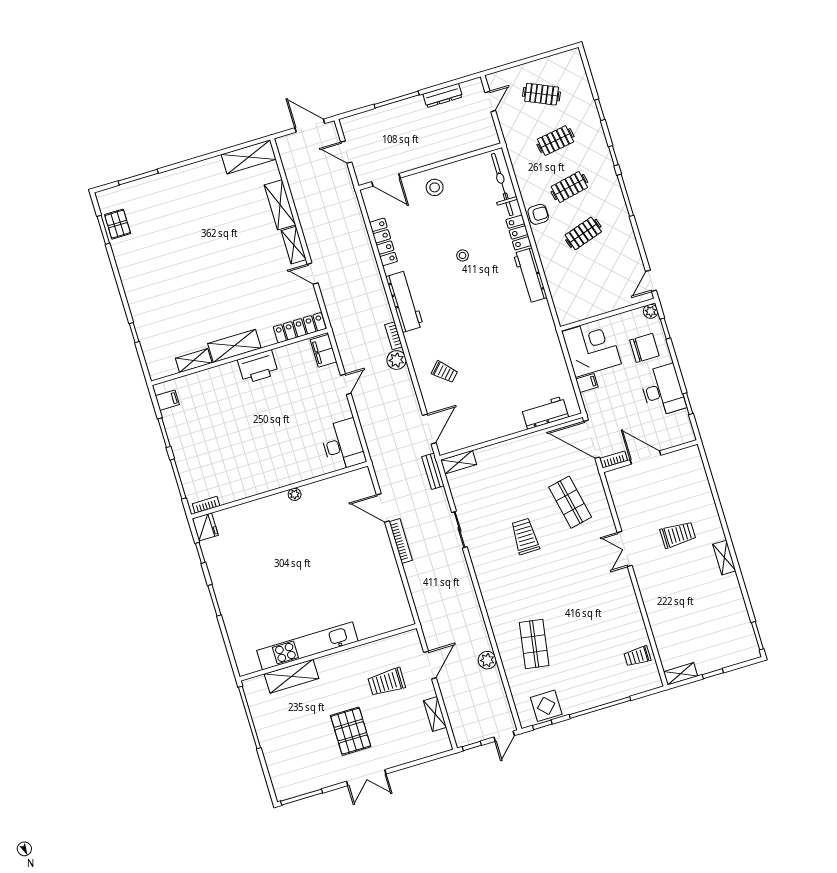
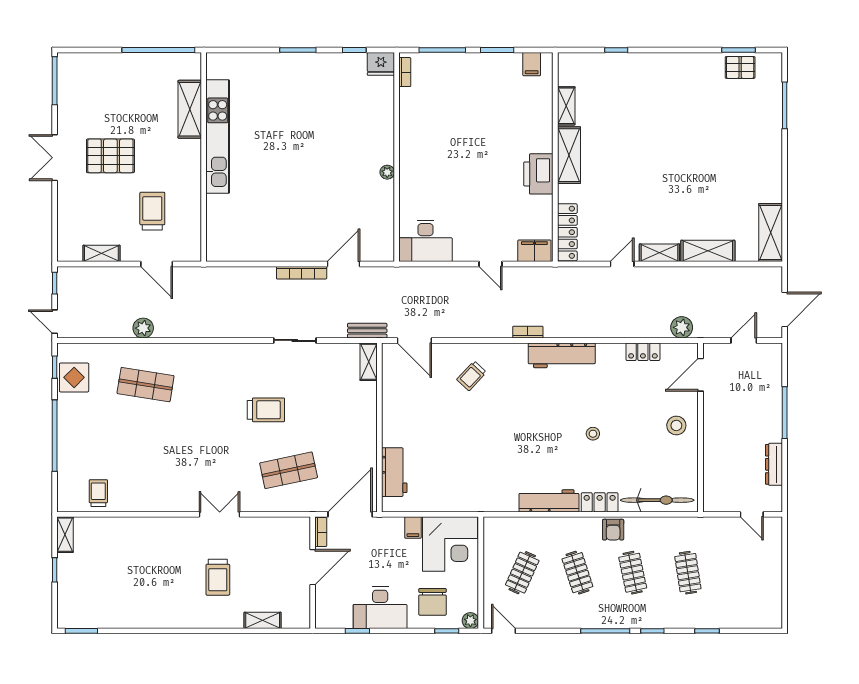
clothes rail: (542, 94) -> (522, 573), moved
locker: (383, 242) -> (643, 352), width x0.66
plant: (397, 360) -> (682, 327), moved
shelving: (724, 558) -> (263, 620), moved

